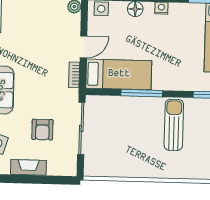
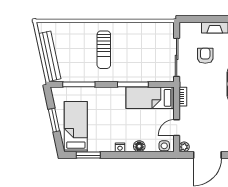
door: (83, 47) -> (177, 128), moved
sun lounger: (174, 125) -> (104, 50), moved

